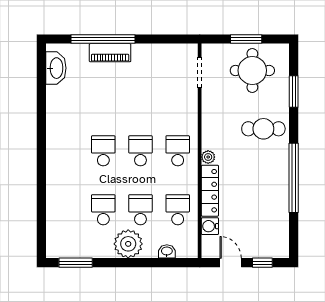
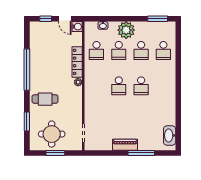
window: (103, 39) -> (141, 153), width x0.68
piano: (110, 53) -> (125, 145), moved
school desk: (178, 151) -> (163, 50), moved
water cooler: (210, 226) -> (77, 27), moved

